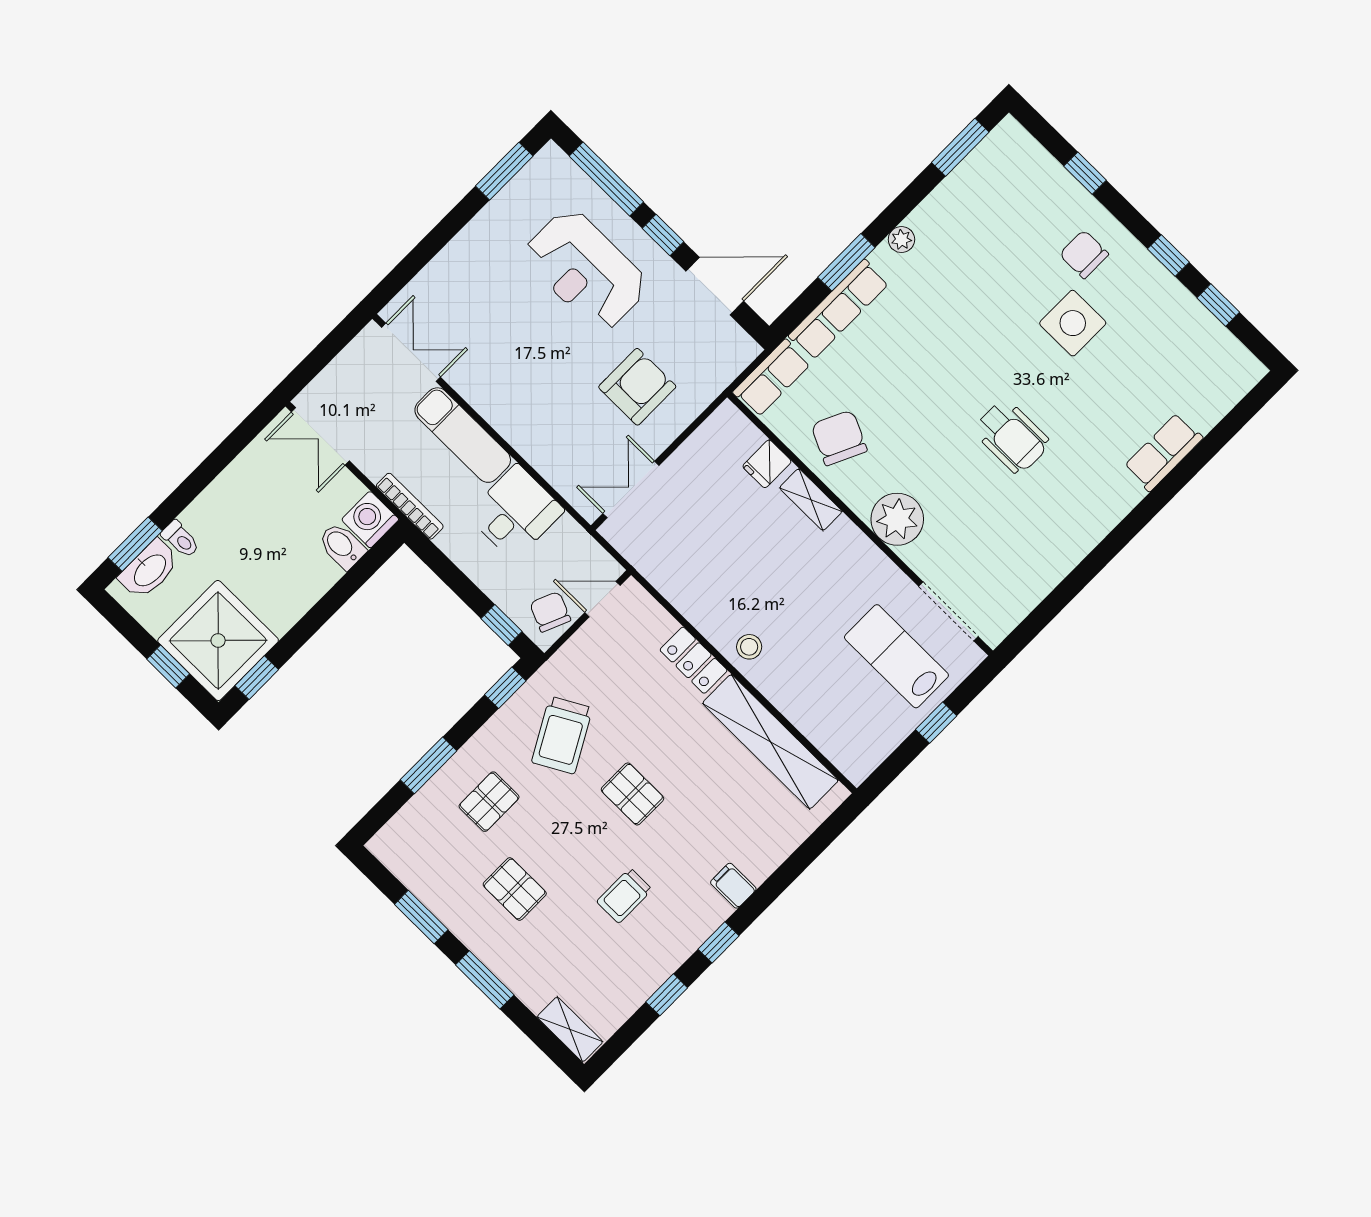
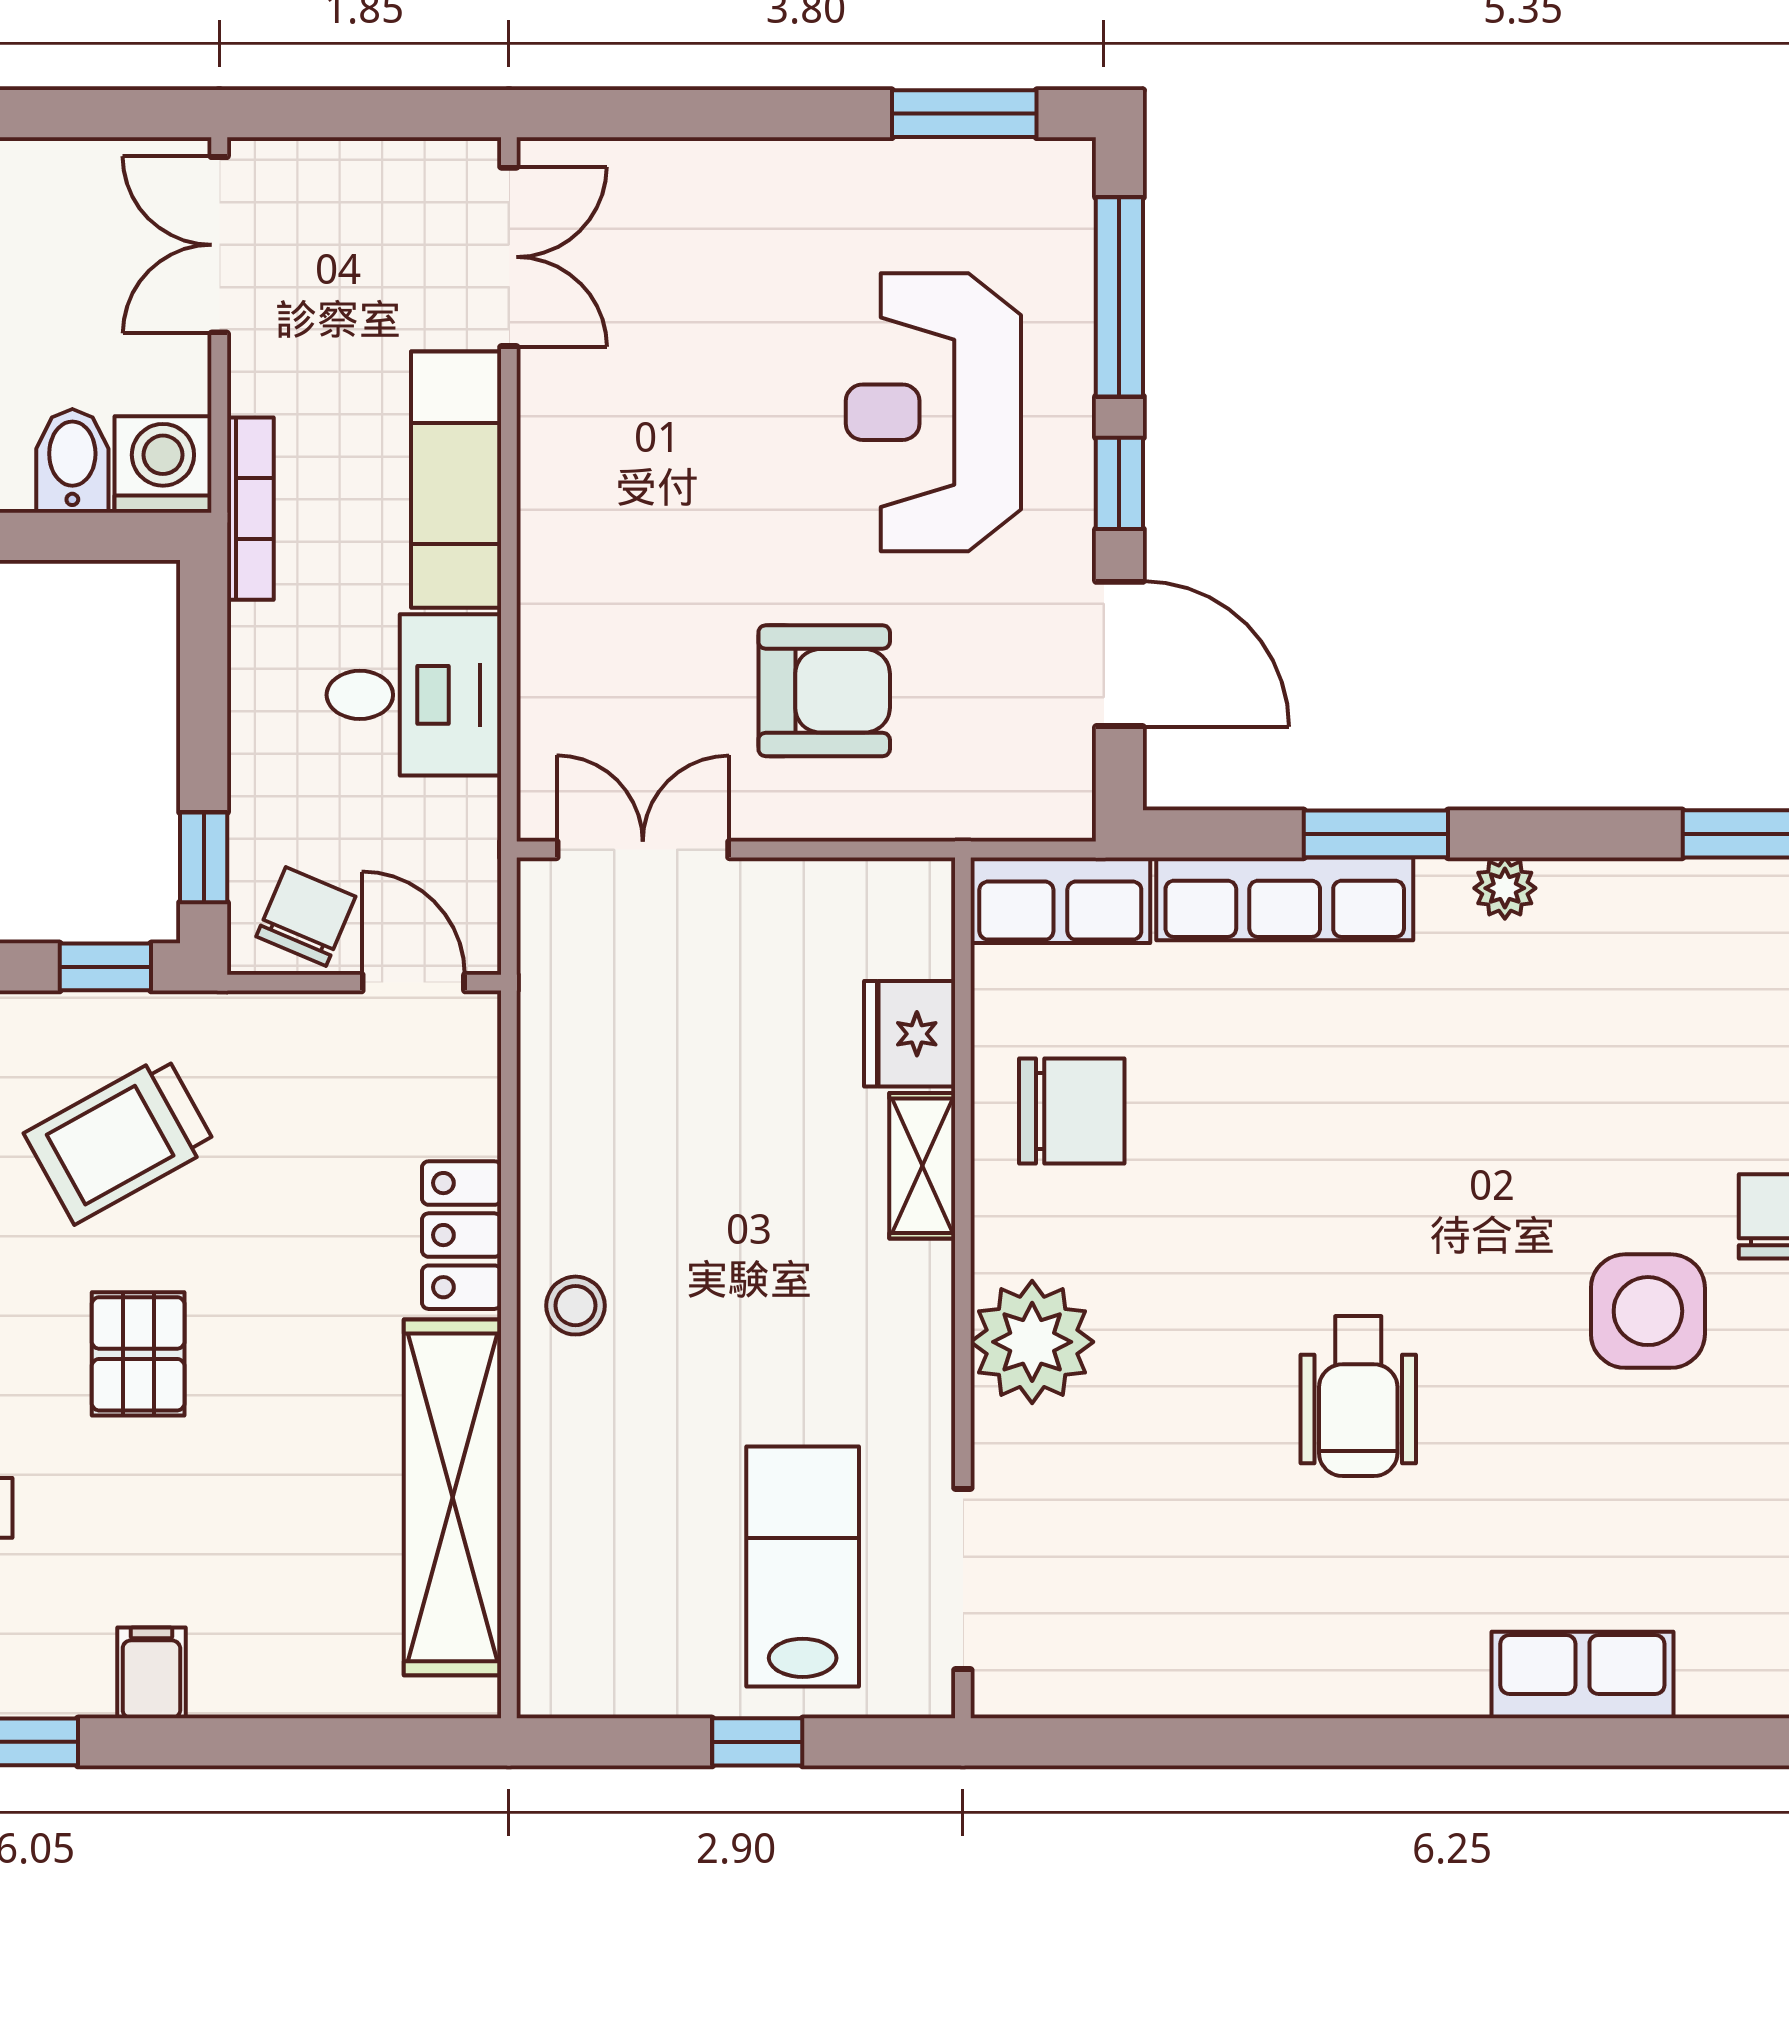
chair: (839, 438) -> (1072, 1111), turned 65
fridge: (767, 464) -> (910, 1034), width x1.38

